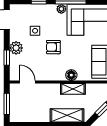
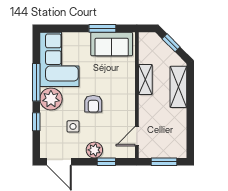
plant: (61, 9) -> (51, 99), width x1.88, depth x1.88
floor lamp: (71, 75) -> (128, 81), removed

